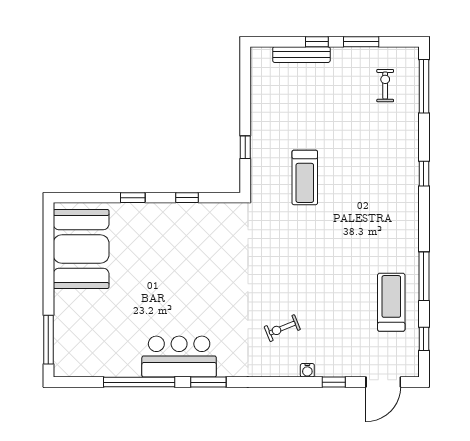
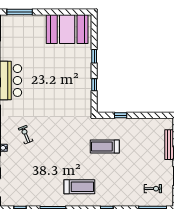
treadmill: (391, 302) -> (79, 187), moved

